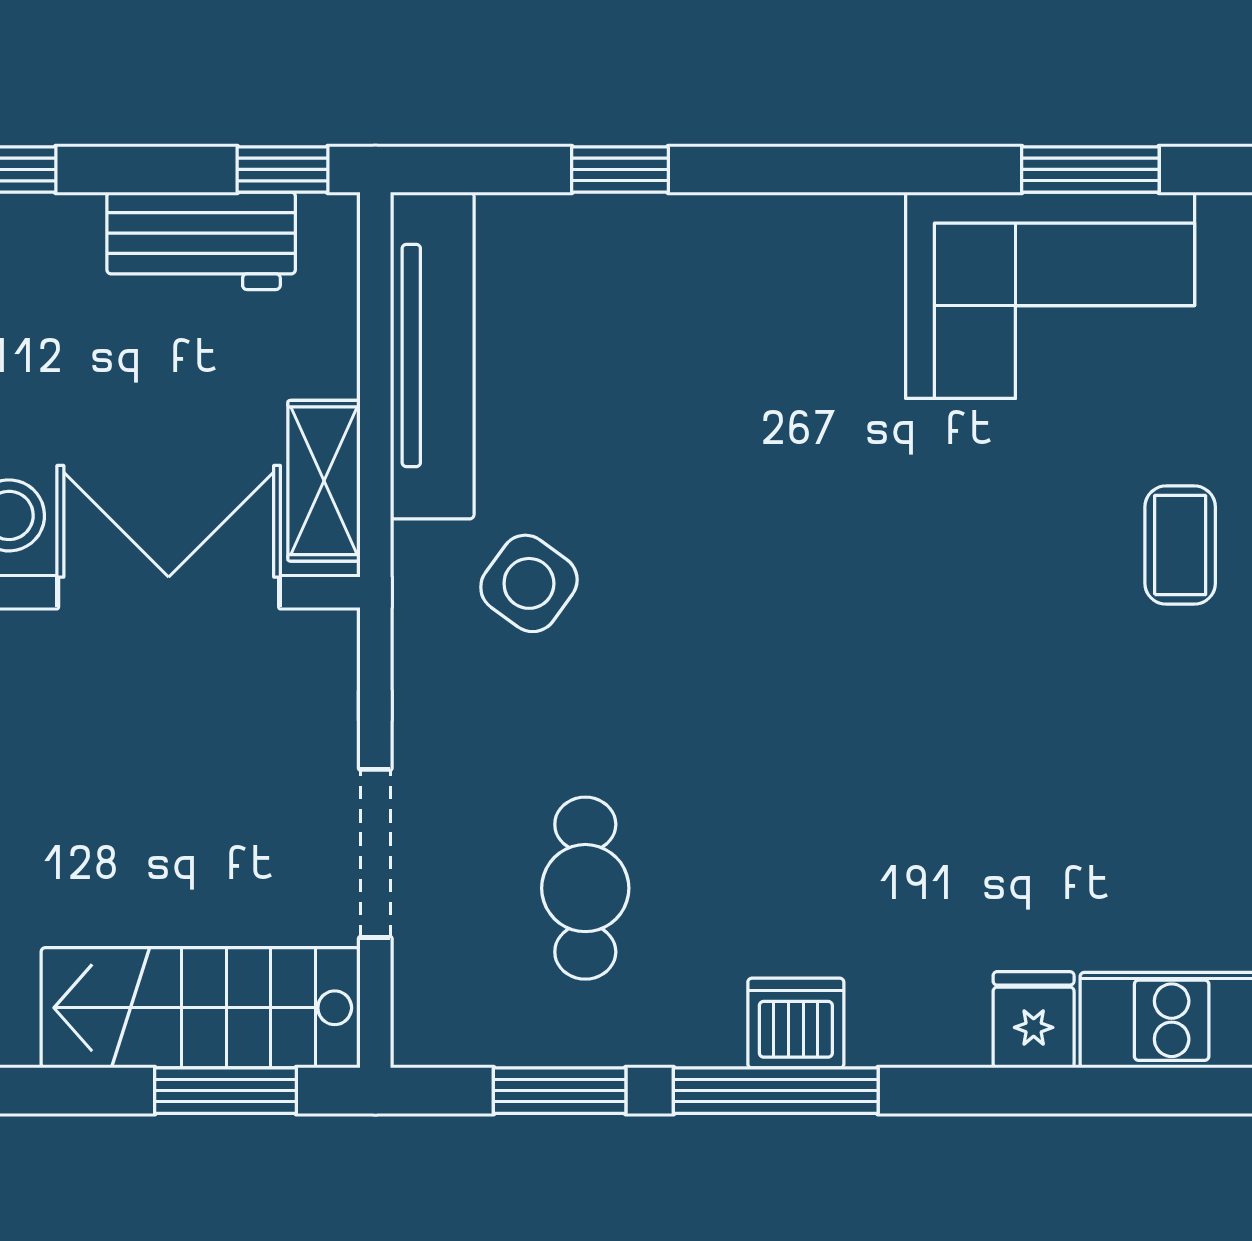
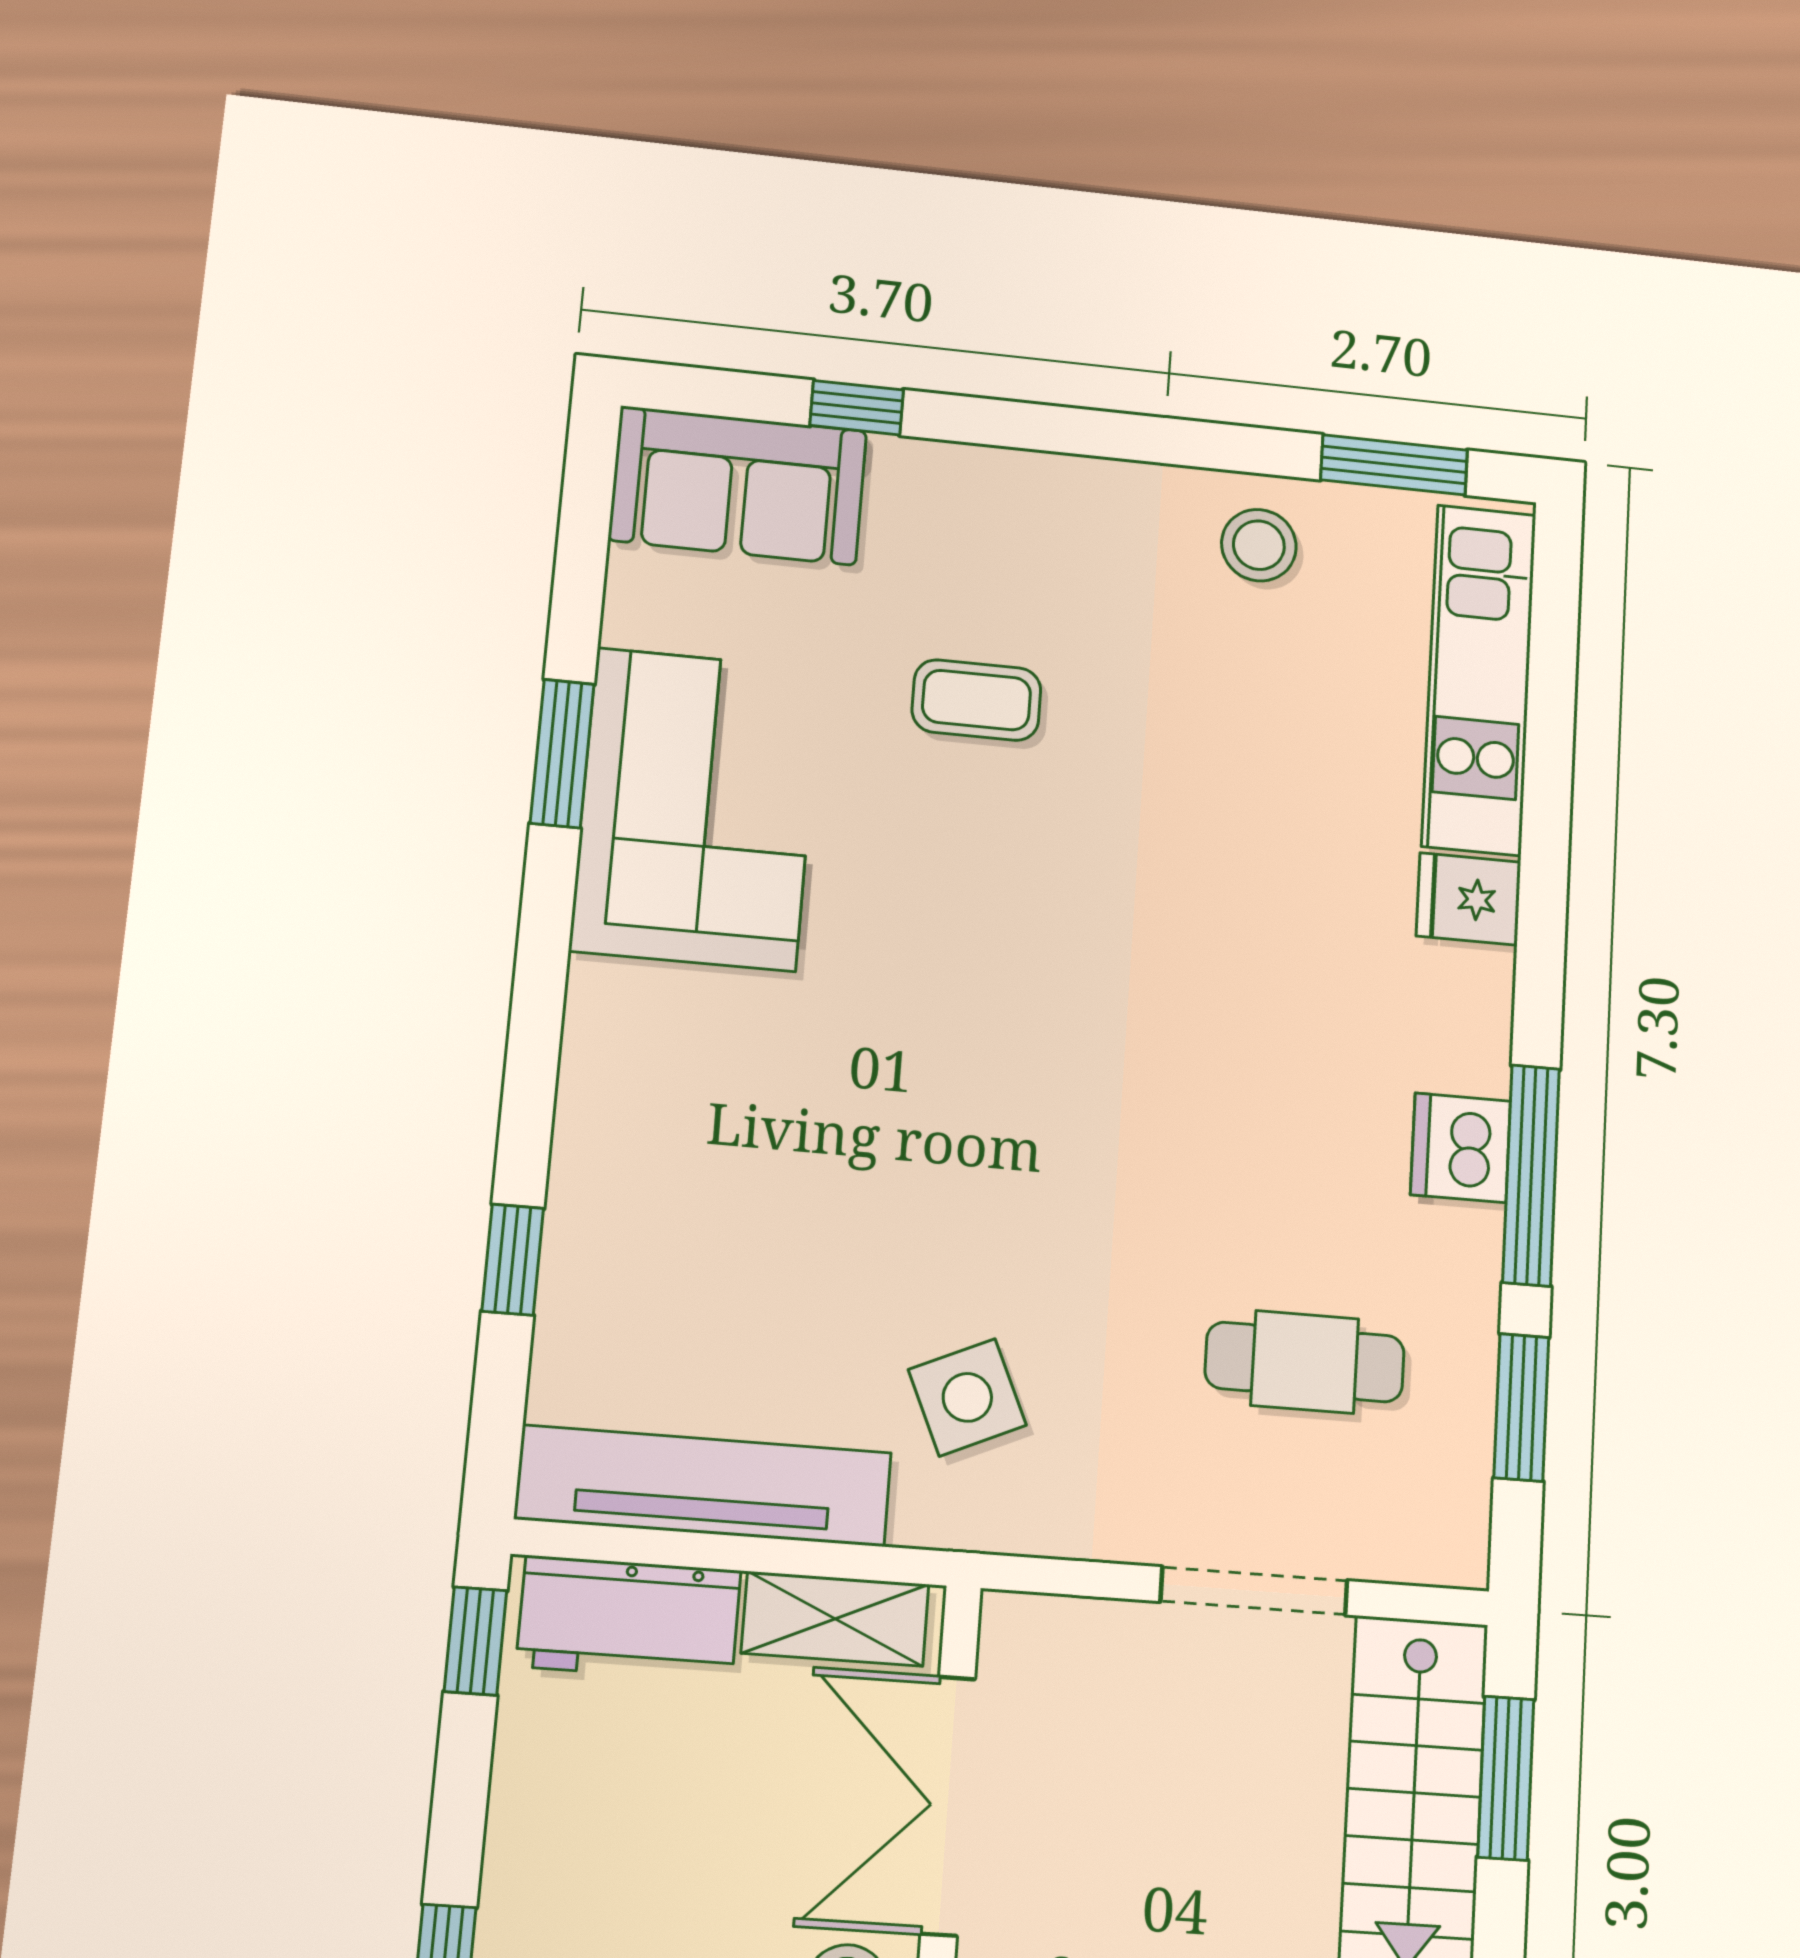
workbench: (201, 241) -> (629, 1618), moved, turned 90
side table: (529, 583) -> (967, 1397), turned 30

